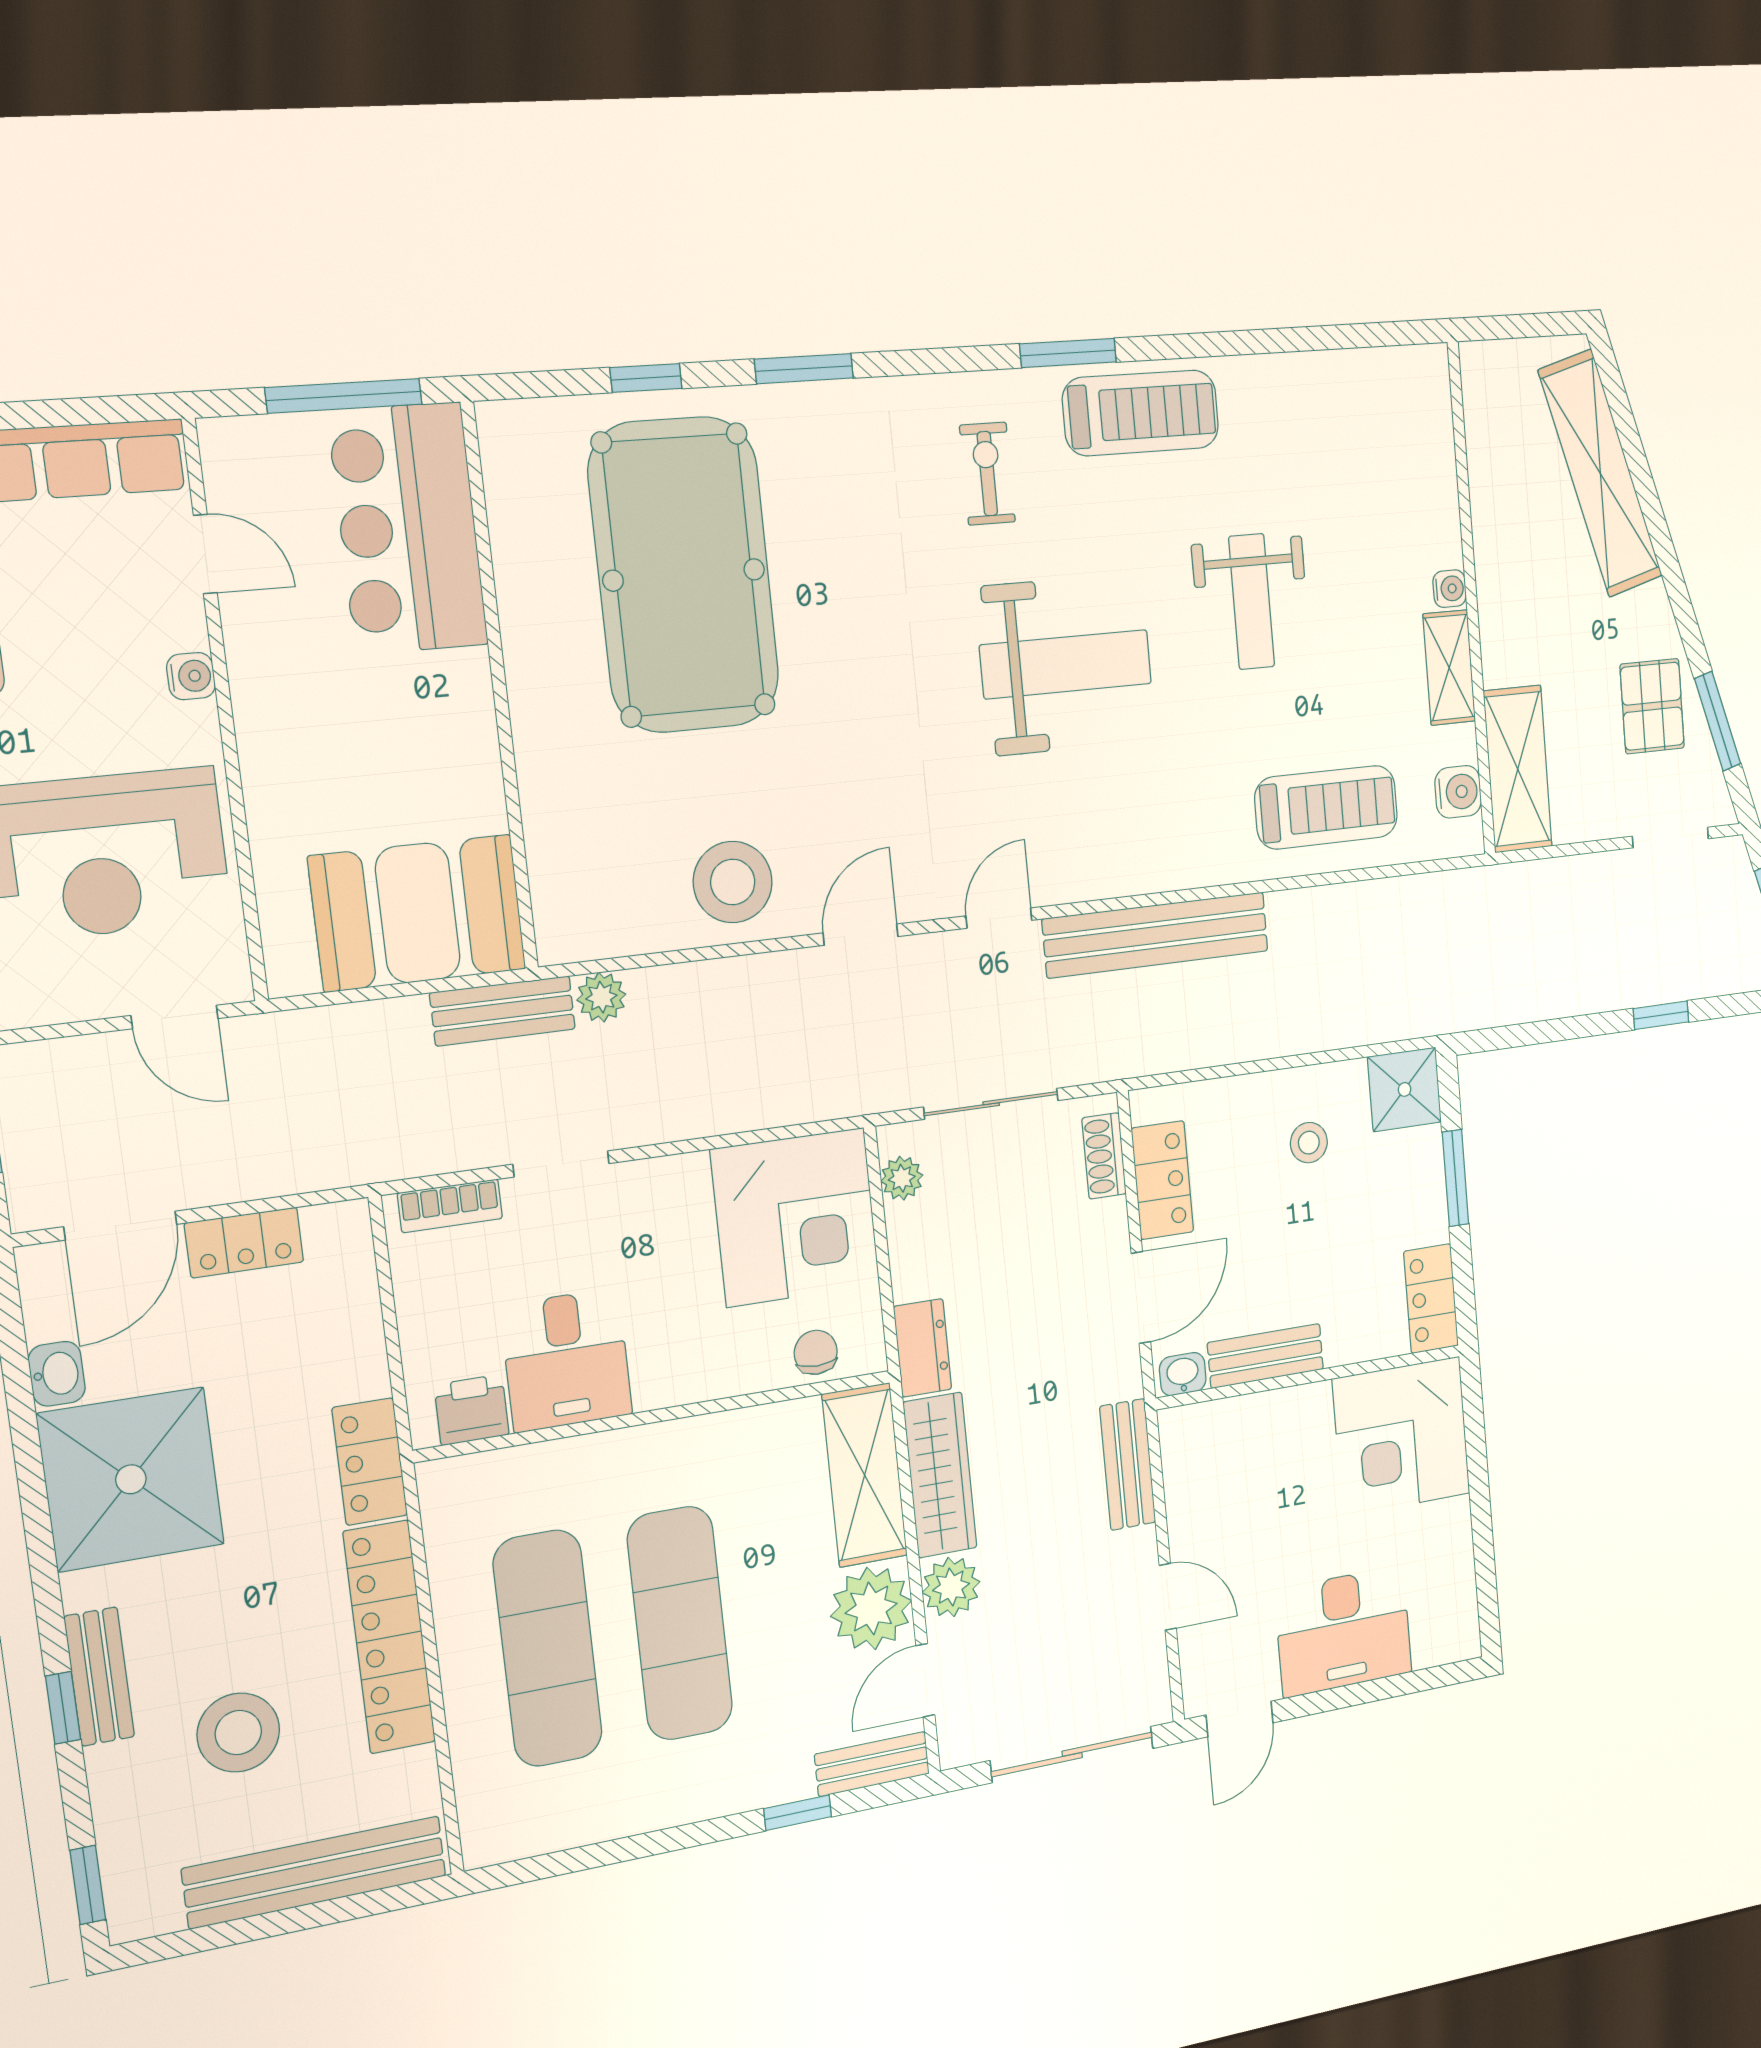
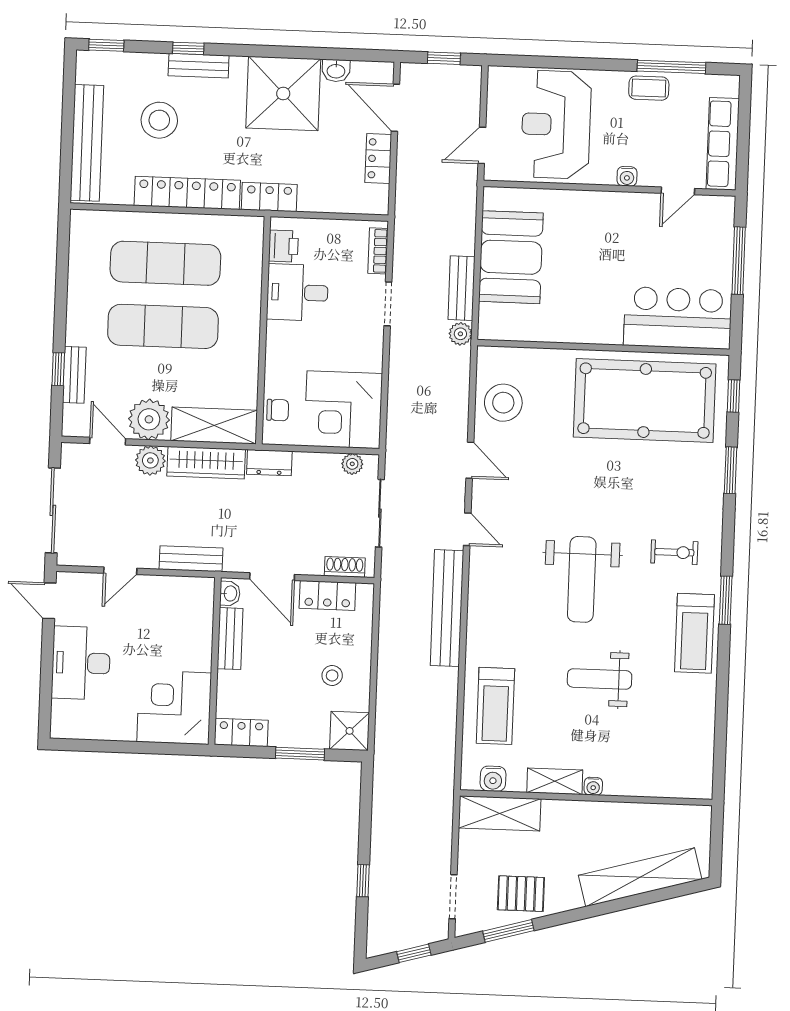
bar counter: (408, 528) -> (678, 318), moved
wall: (500, 688) -> (603, 347), moved
bench: (872, 1764) -> (74, 375), moved

